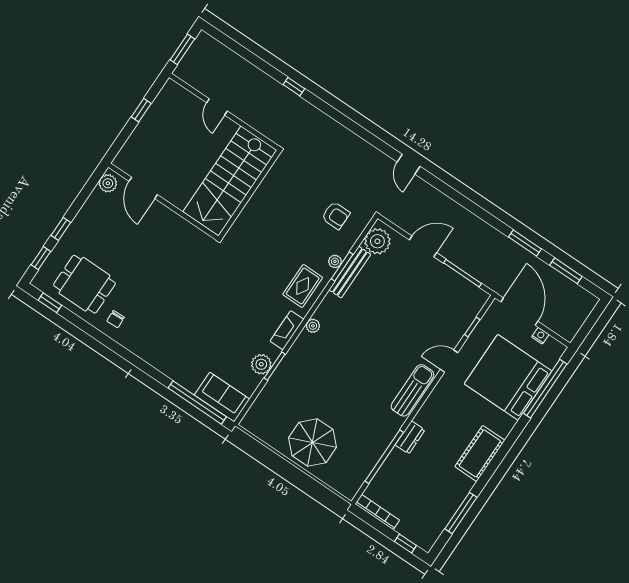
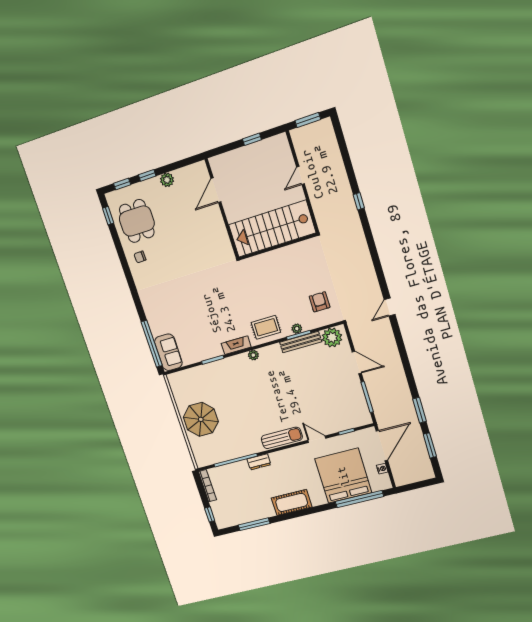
plant: (108, 183) -> (167, 180), moved
armchair: (336, 215) -> (320, 302), turned 180
plant: (261, 364) -> (206, 352), removed

